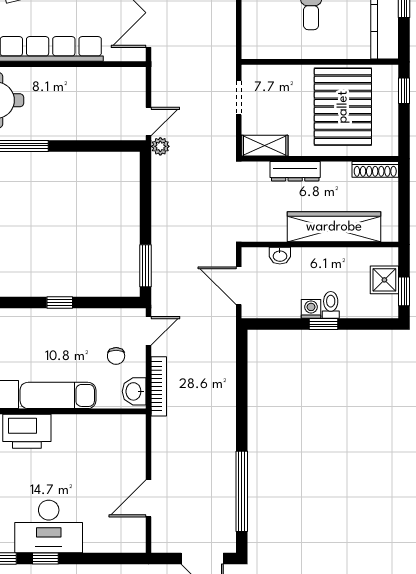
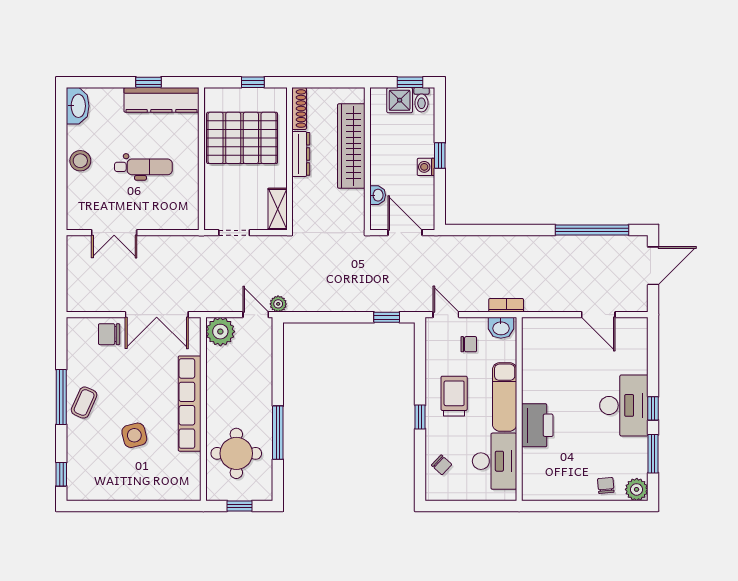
plant: (130, 83) -> (220, 332), added
window: (404, 91) -> (253, 82), moved
dresser: (295, 171) -> (301, 154), moved
window: (146, 266) -> (387, 317), width x0.67
door: (239, 286) -> (405, 233), swing flipped
window: (60, 302) -> (420, 417), moved
toilet: (331, 305) -> (421, 100), moved, turned -90
trolley: (59, 340) -> (454, 396), added
bookcase: (159, 386) -> (506, 305), width x0.64

